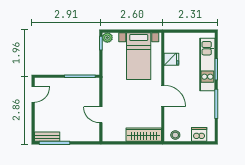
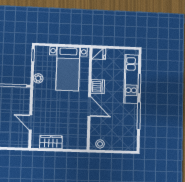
plant: (107, 38) -> (38, 78), moved
fridge: (171, 59) -> (99, 54), moved
dishwasher: (199, 134) -> (98, 87), moved, turned 90
wardrobe: (144, 135) -> (51, 142), moved, width x0.67

